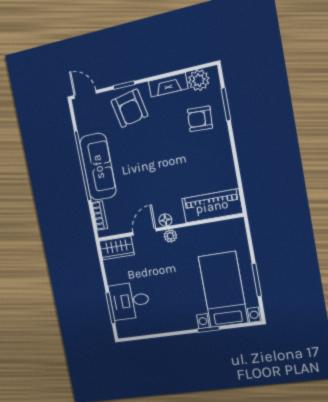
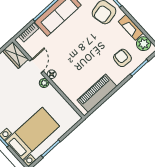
piano: (212, 206) -> (97, 93), moved, turned -90
door: (145, 232) -> (37, 66), hinge flipped

